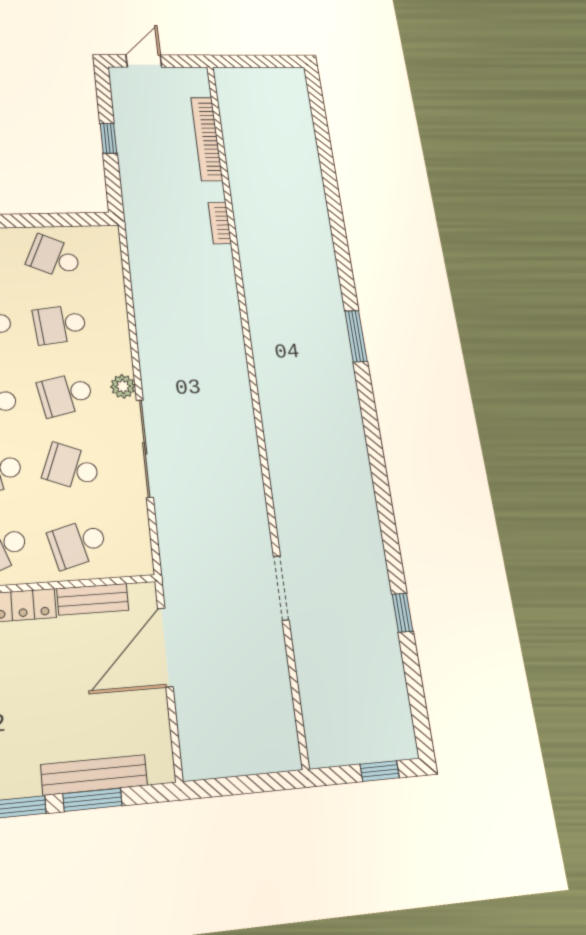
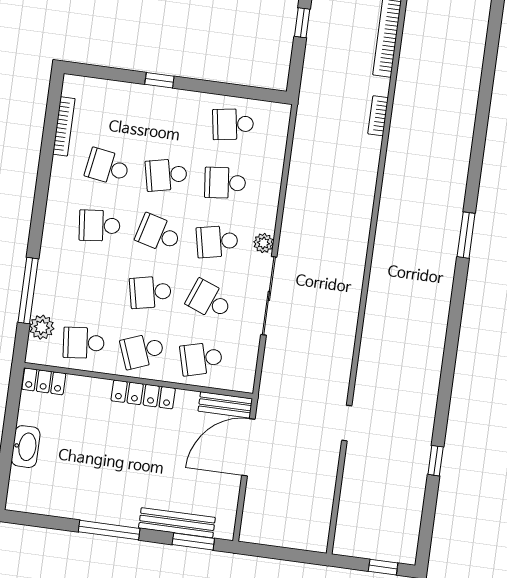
school desk: (54, 257) -> (233, 124), turned -33
doorway: (281, 588) -> (347, 423), width x0.73
bench: (93, 599) -> (225, 405), moved
window: (92, 800) -> (193, 541), moved

